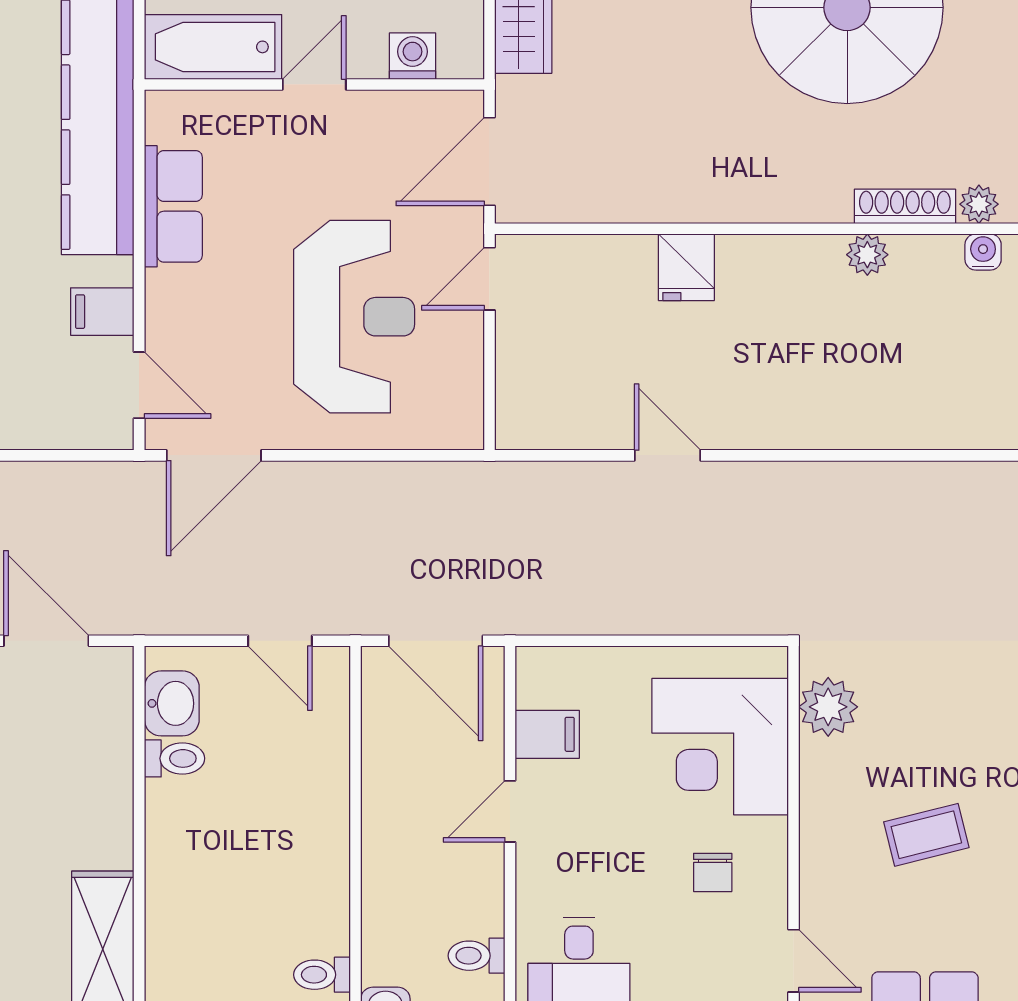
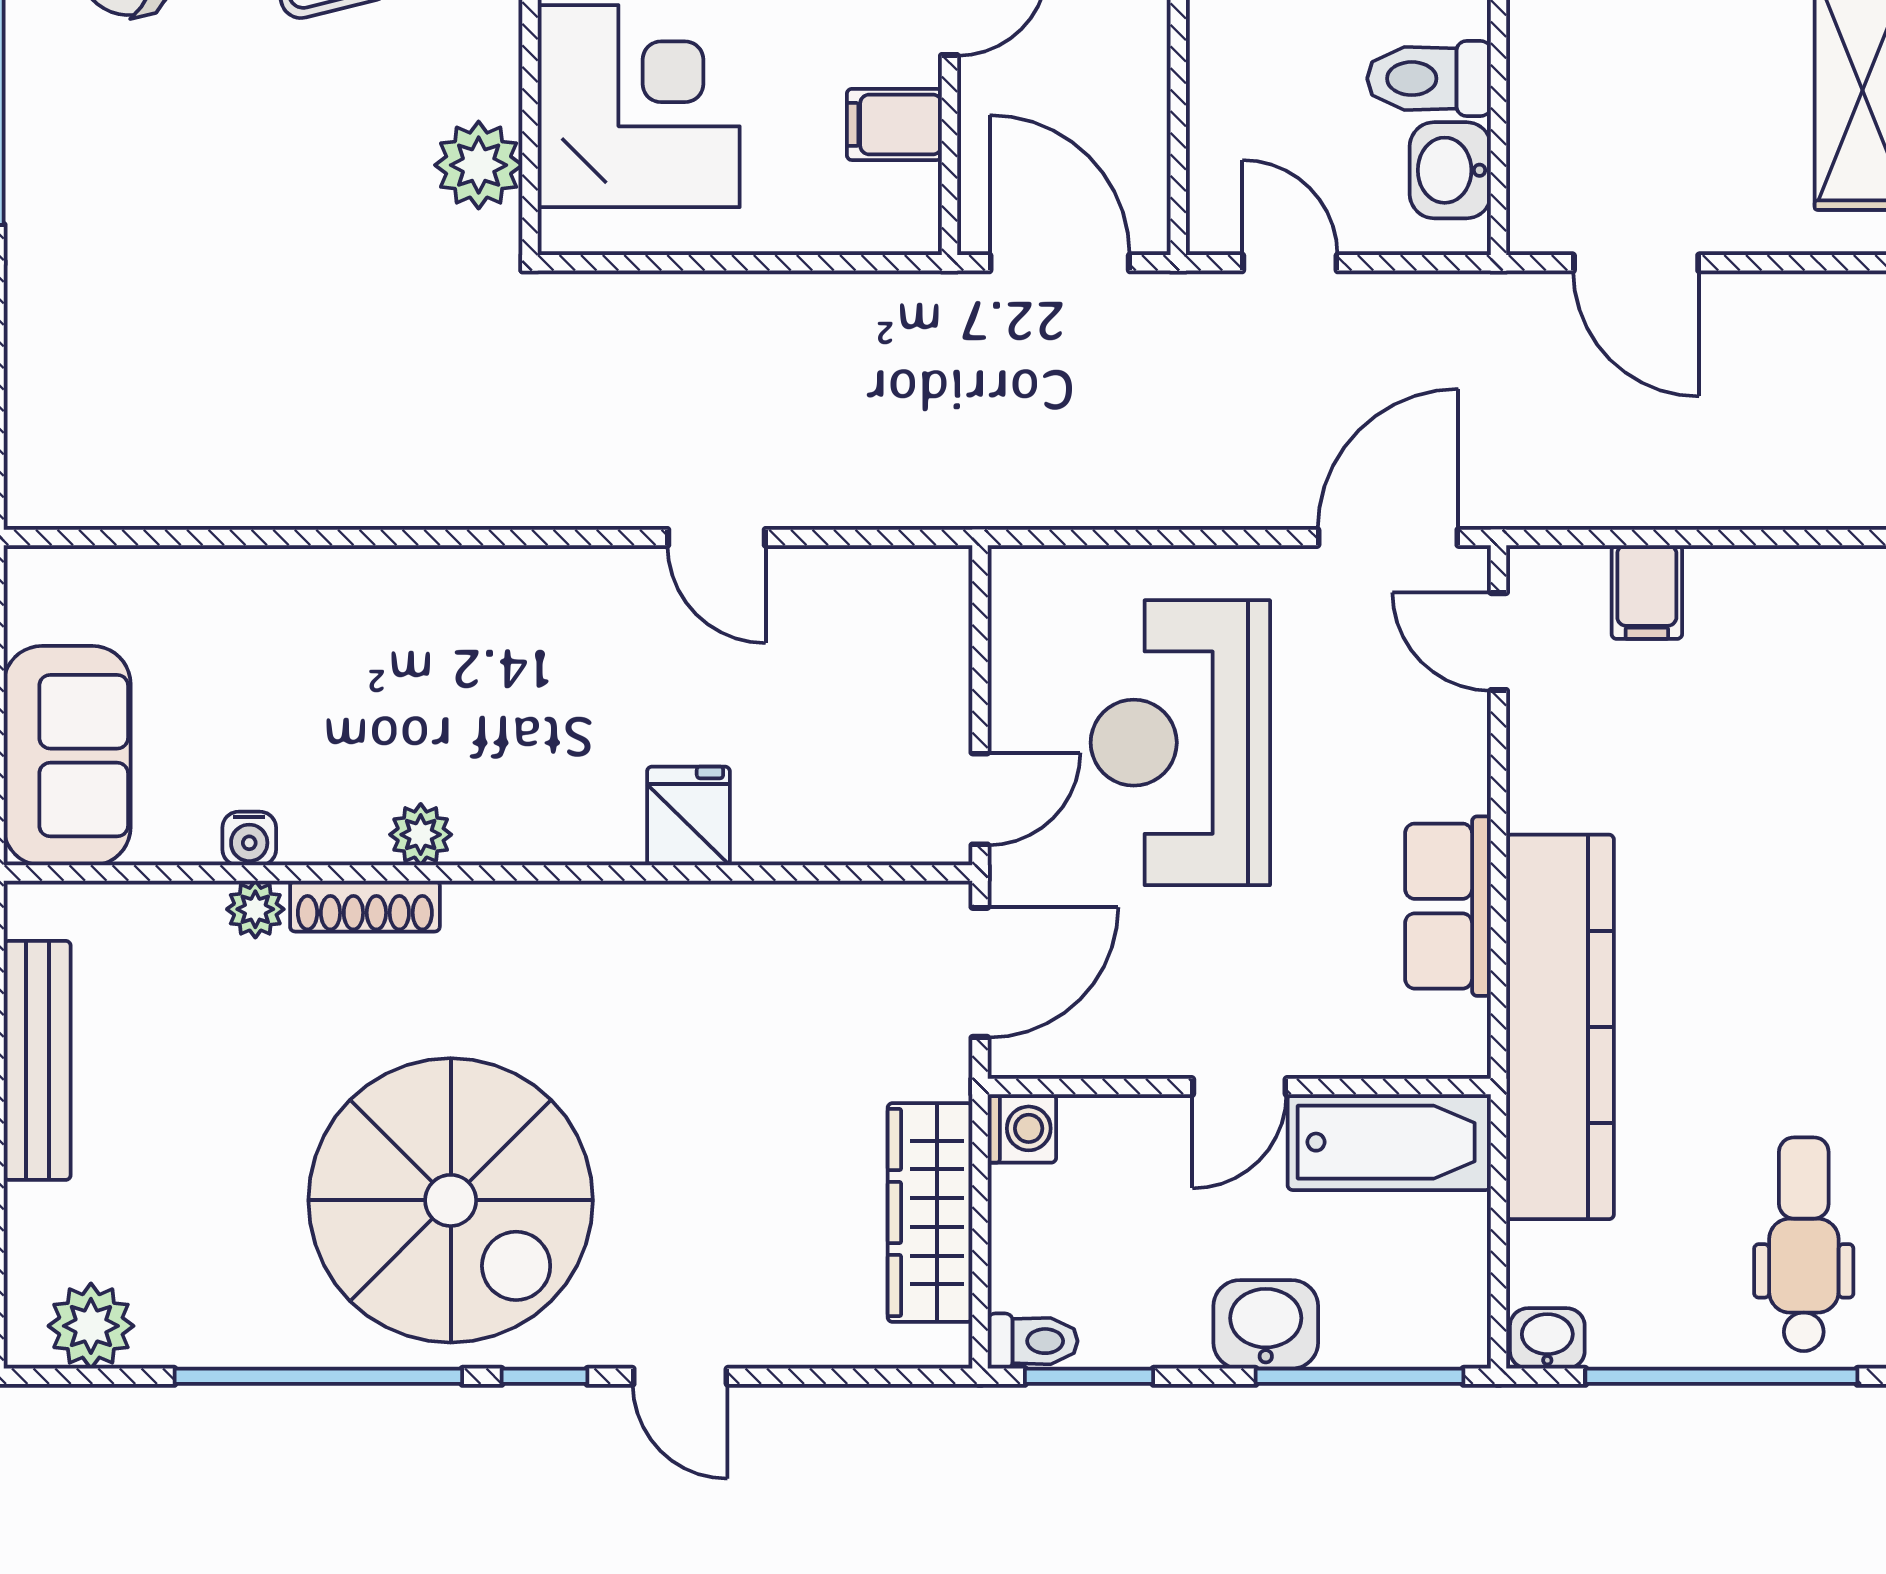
washing machine: (413, 56) -> (1022, 1128), moved, turned -90
filing cabinet: (102, 312) -> (1647, 592), moved, turned 90
toilet: (174, 758) -> (1429, 79), width x1.37, depth x1.39

